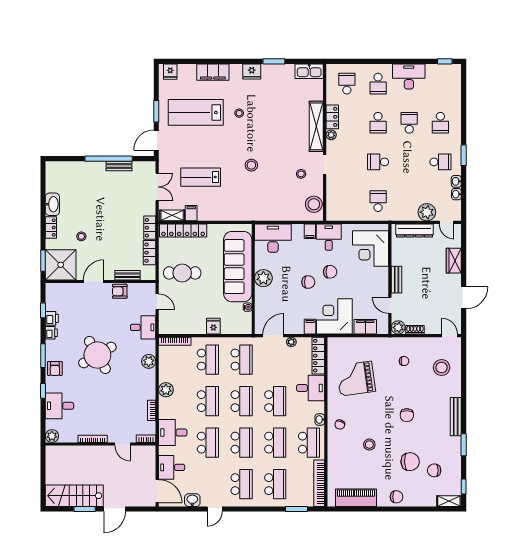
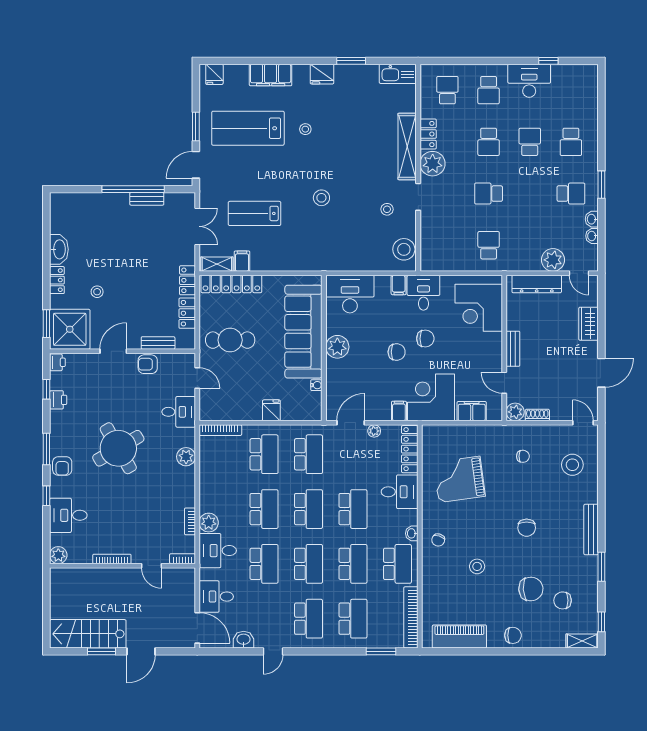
window: (445, 61) -> (548, 61), moved
plant: (331, 135) -> (433, 164), width x1.88, depth x1.88
printer: (51, 333) -> (57, 362), moved
plant: (166, 390) -> (209, 523), moved

